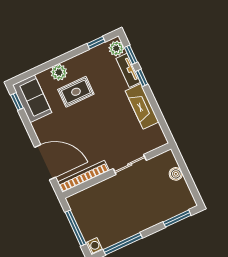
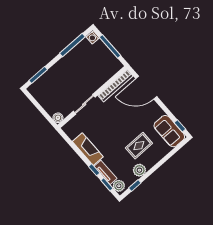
plant: (59, 72) -> (139, 170), moved
boiler: (176, 174) -> (58, 118), moved

